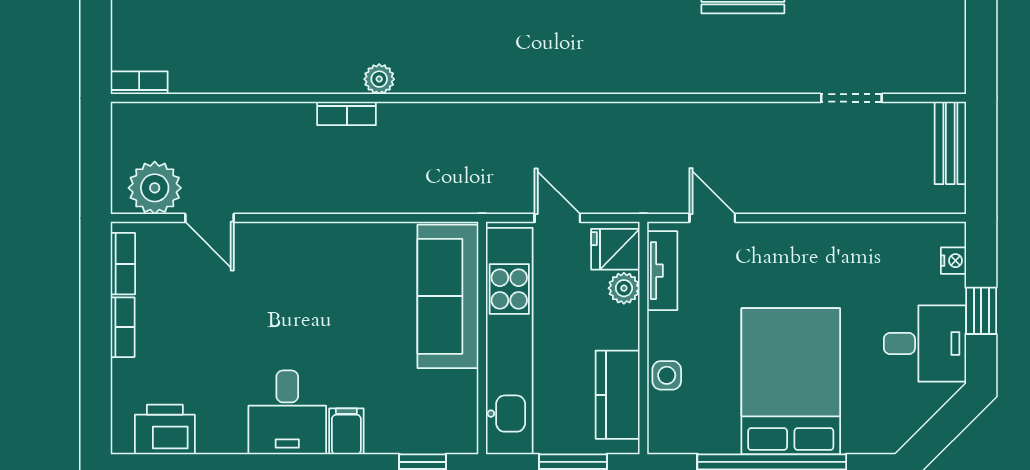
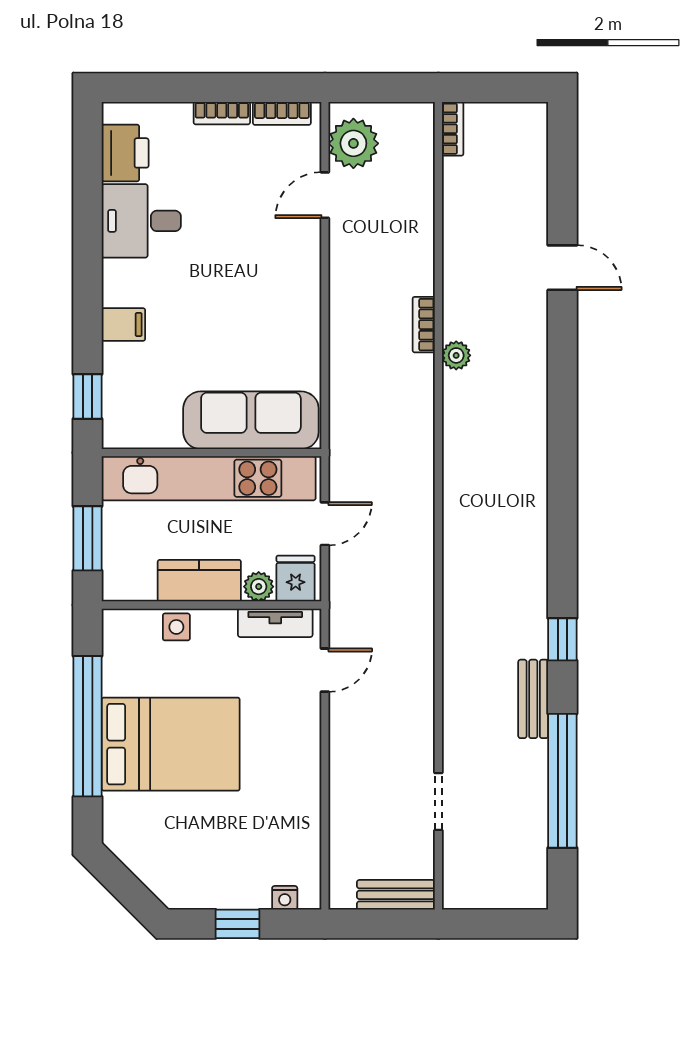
desk: (925, 343) -> (206, 871), removed
kitchen counter: (618, 395) -> (199, 581), moved
desk: (287, 412) -> (141, 221), moved

